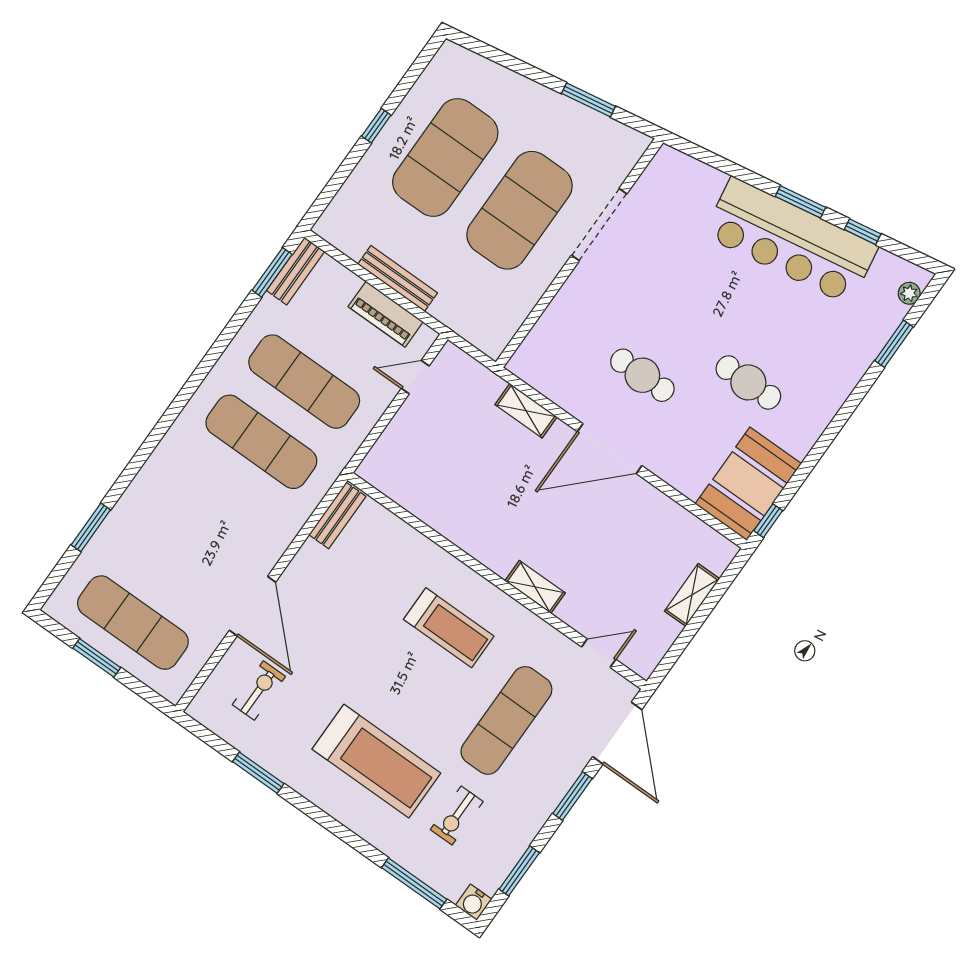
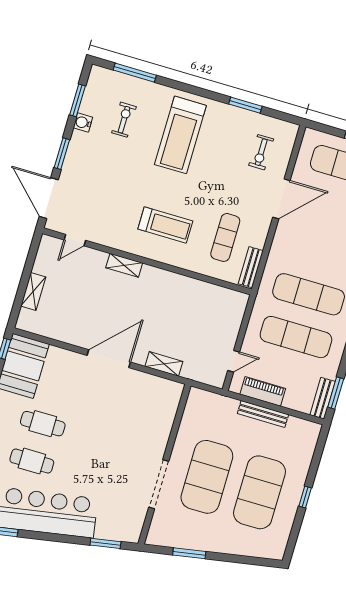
window: (800, 202) -> (105, 543), moved
cafe table: (642, 375) -> (32, 461), moved
door: (252, 606) -> (281, 199), swing flipped
treadmill: (449, 628) -> (165, 225), turned 180
exercise mat: (506, 720) -> (225, 237), moved, width x0.73, depth x0.69
treadmill: (376, 761) -> (180, 135), turned -90
water cooler: (474, 902) -> (83, 123), moved, turned -90

